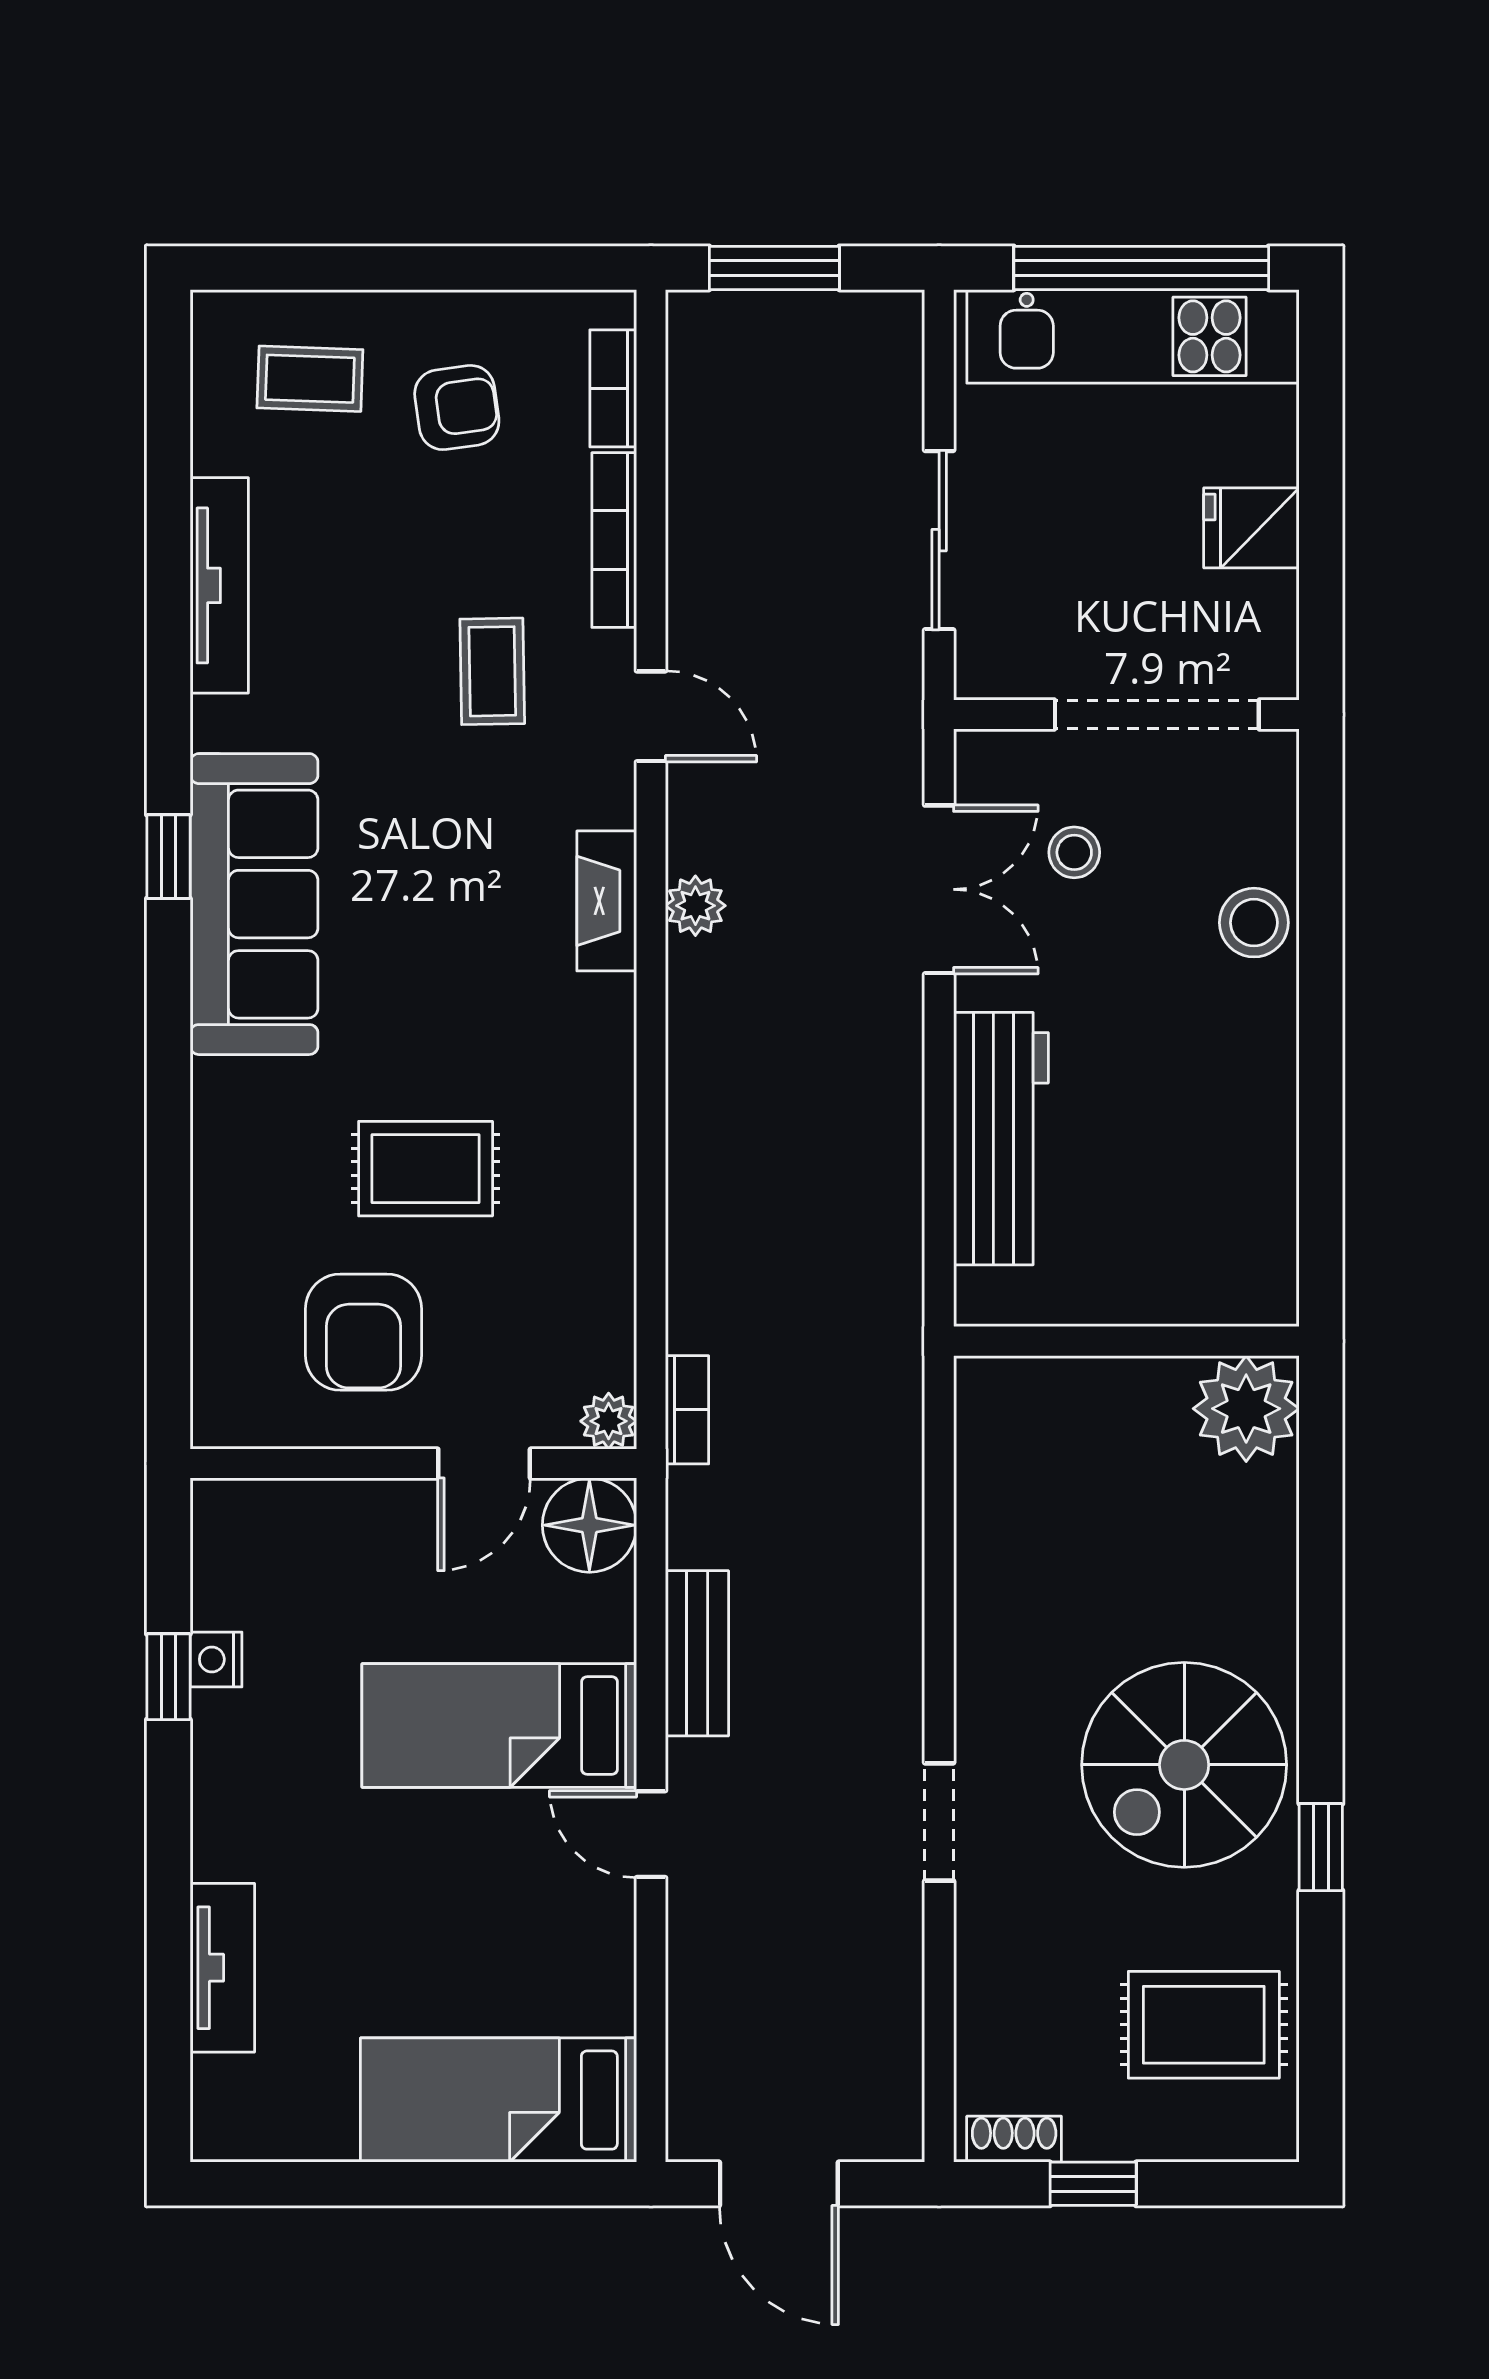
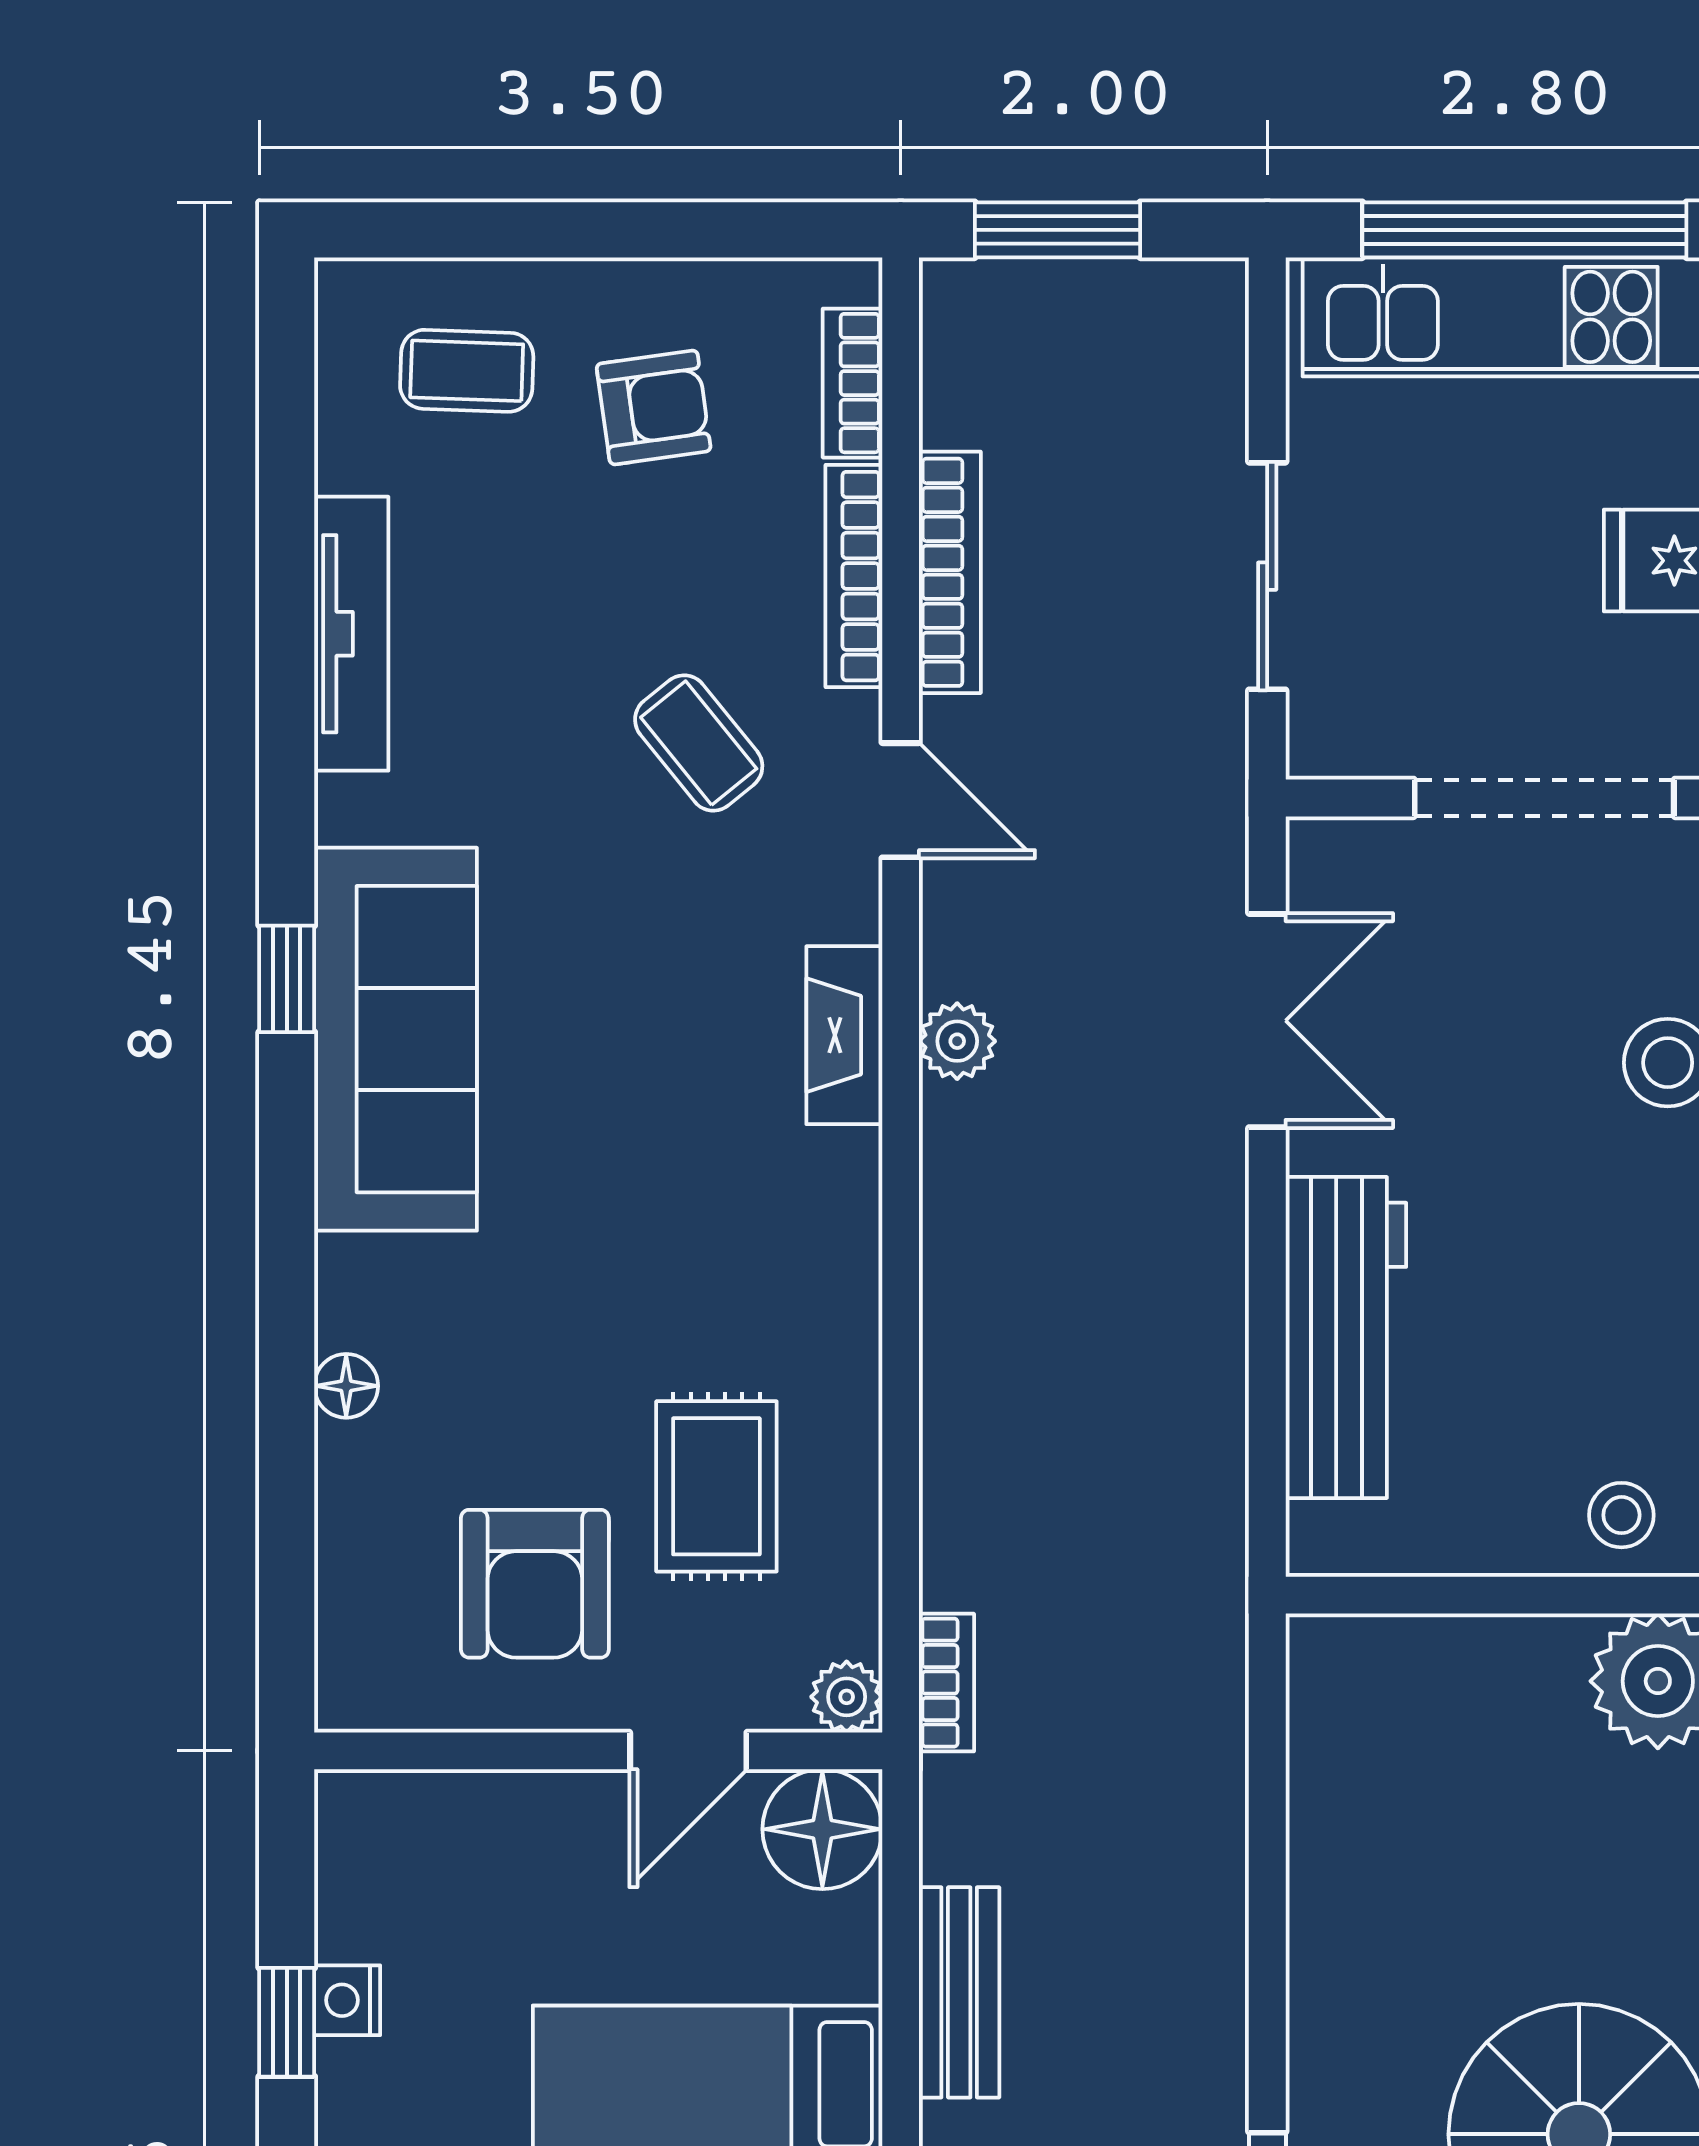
bookcase: (690, 537) -> (950, 572), added
coffee table: (492, 671) -> (699, 743), turned -38
stool: (1074, 852) -> (1621, 1515), moved
rug: (426, 1169) -> (716, 1486), moved, turned 90
floor lamp: (215, 1177) -> (346, 1386), added

